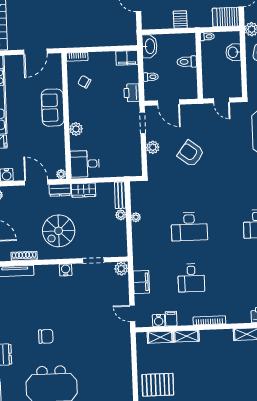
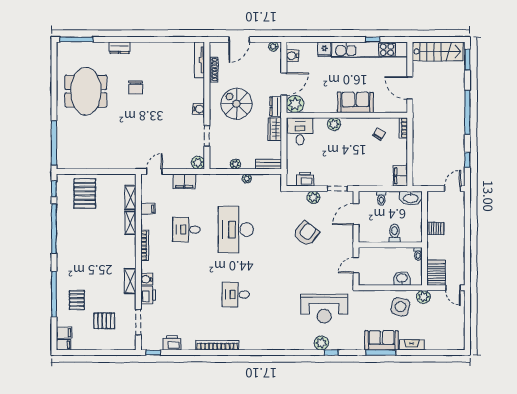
printer: (132, 93) -> (305, 179), moved
plant: (61, 174) -> (295, 104), width x1.88, depth x1.88
plant: (121, 215) -> (235, 164), moved
desk: (189, 227) -> (236, 230), width x1.36, depth x1.30
water cooler: (159, 320) -> (147, 279), moved

